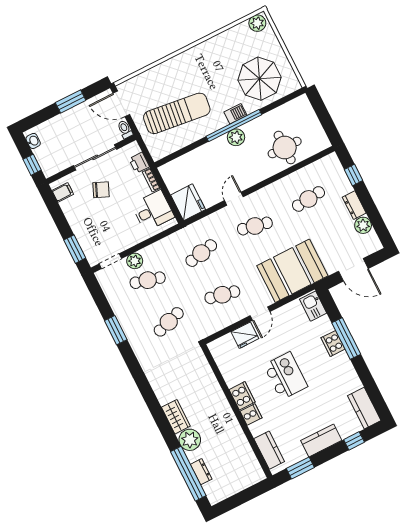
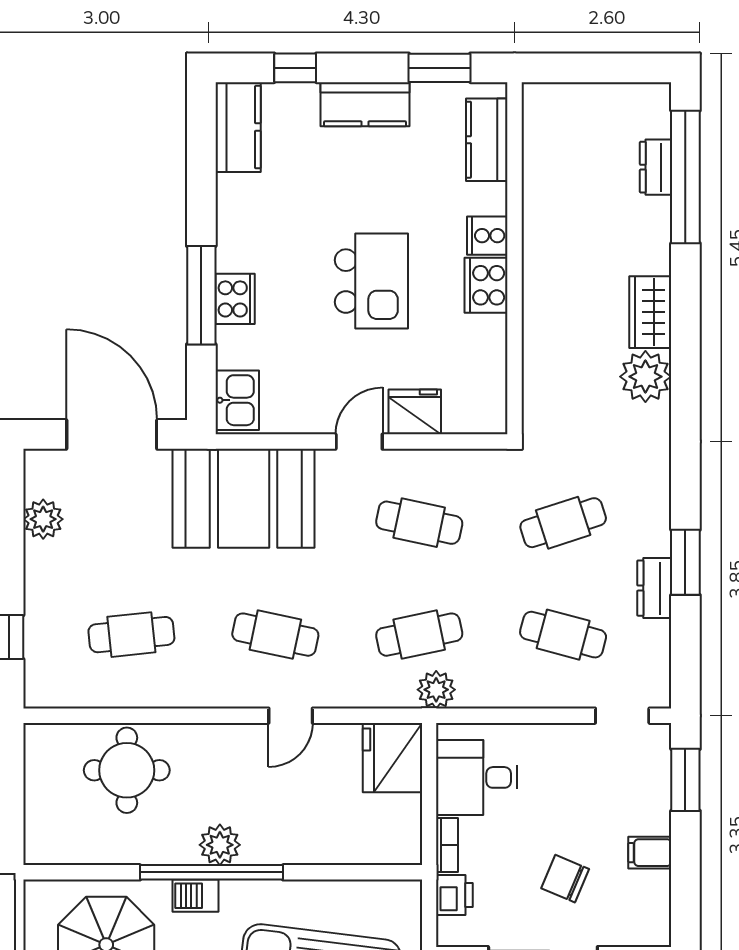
filing cabinet: (63, 192) -> (650, 853), moved
dresser: (354, 205) -> (654, 588), moved, turned 180
plant: (135, 261) -> (436, 690), moved
door: (353, 270) -> (112, 434), width x1.36
kitchen island: (286, 376) -> (371, 281), turned 180
plant: (190, 440) -> (645, 377), moved

